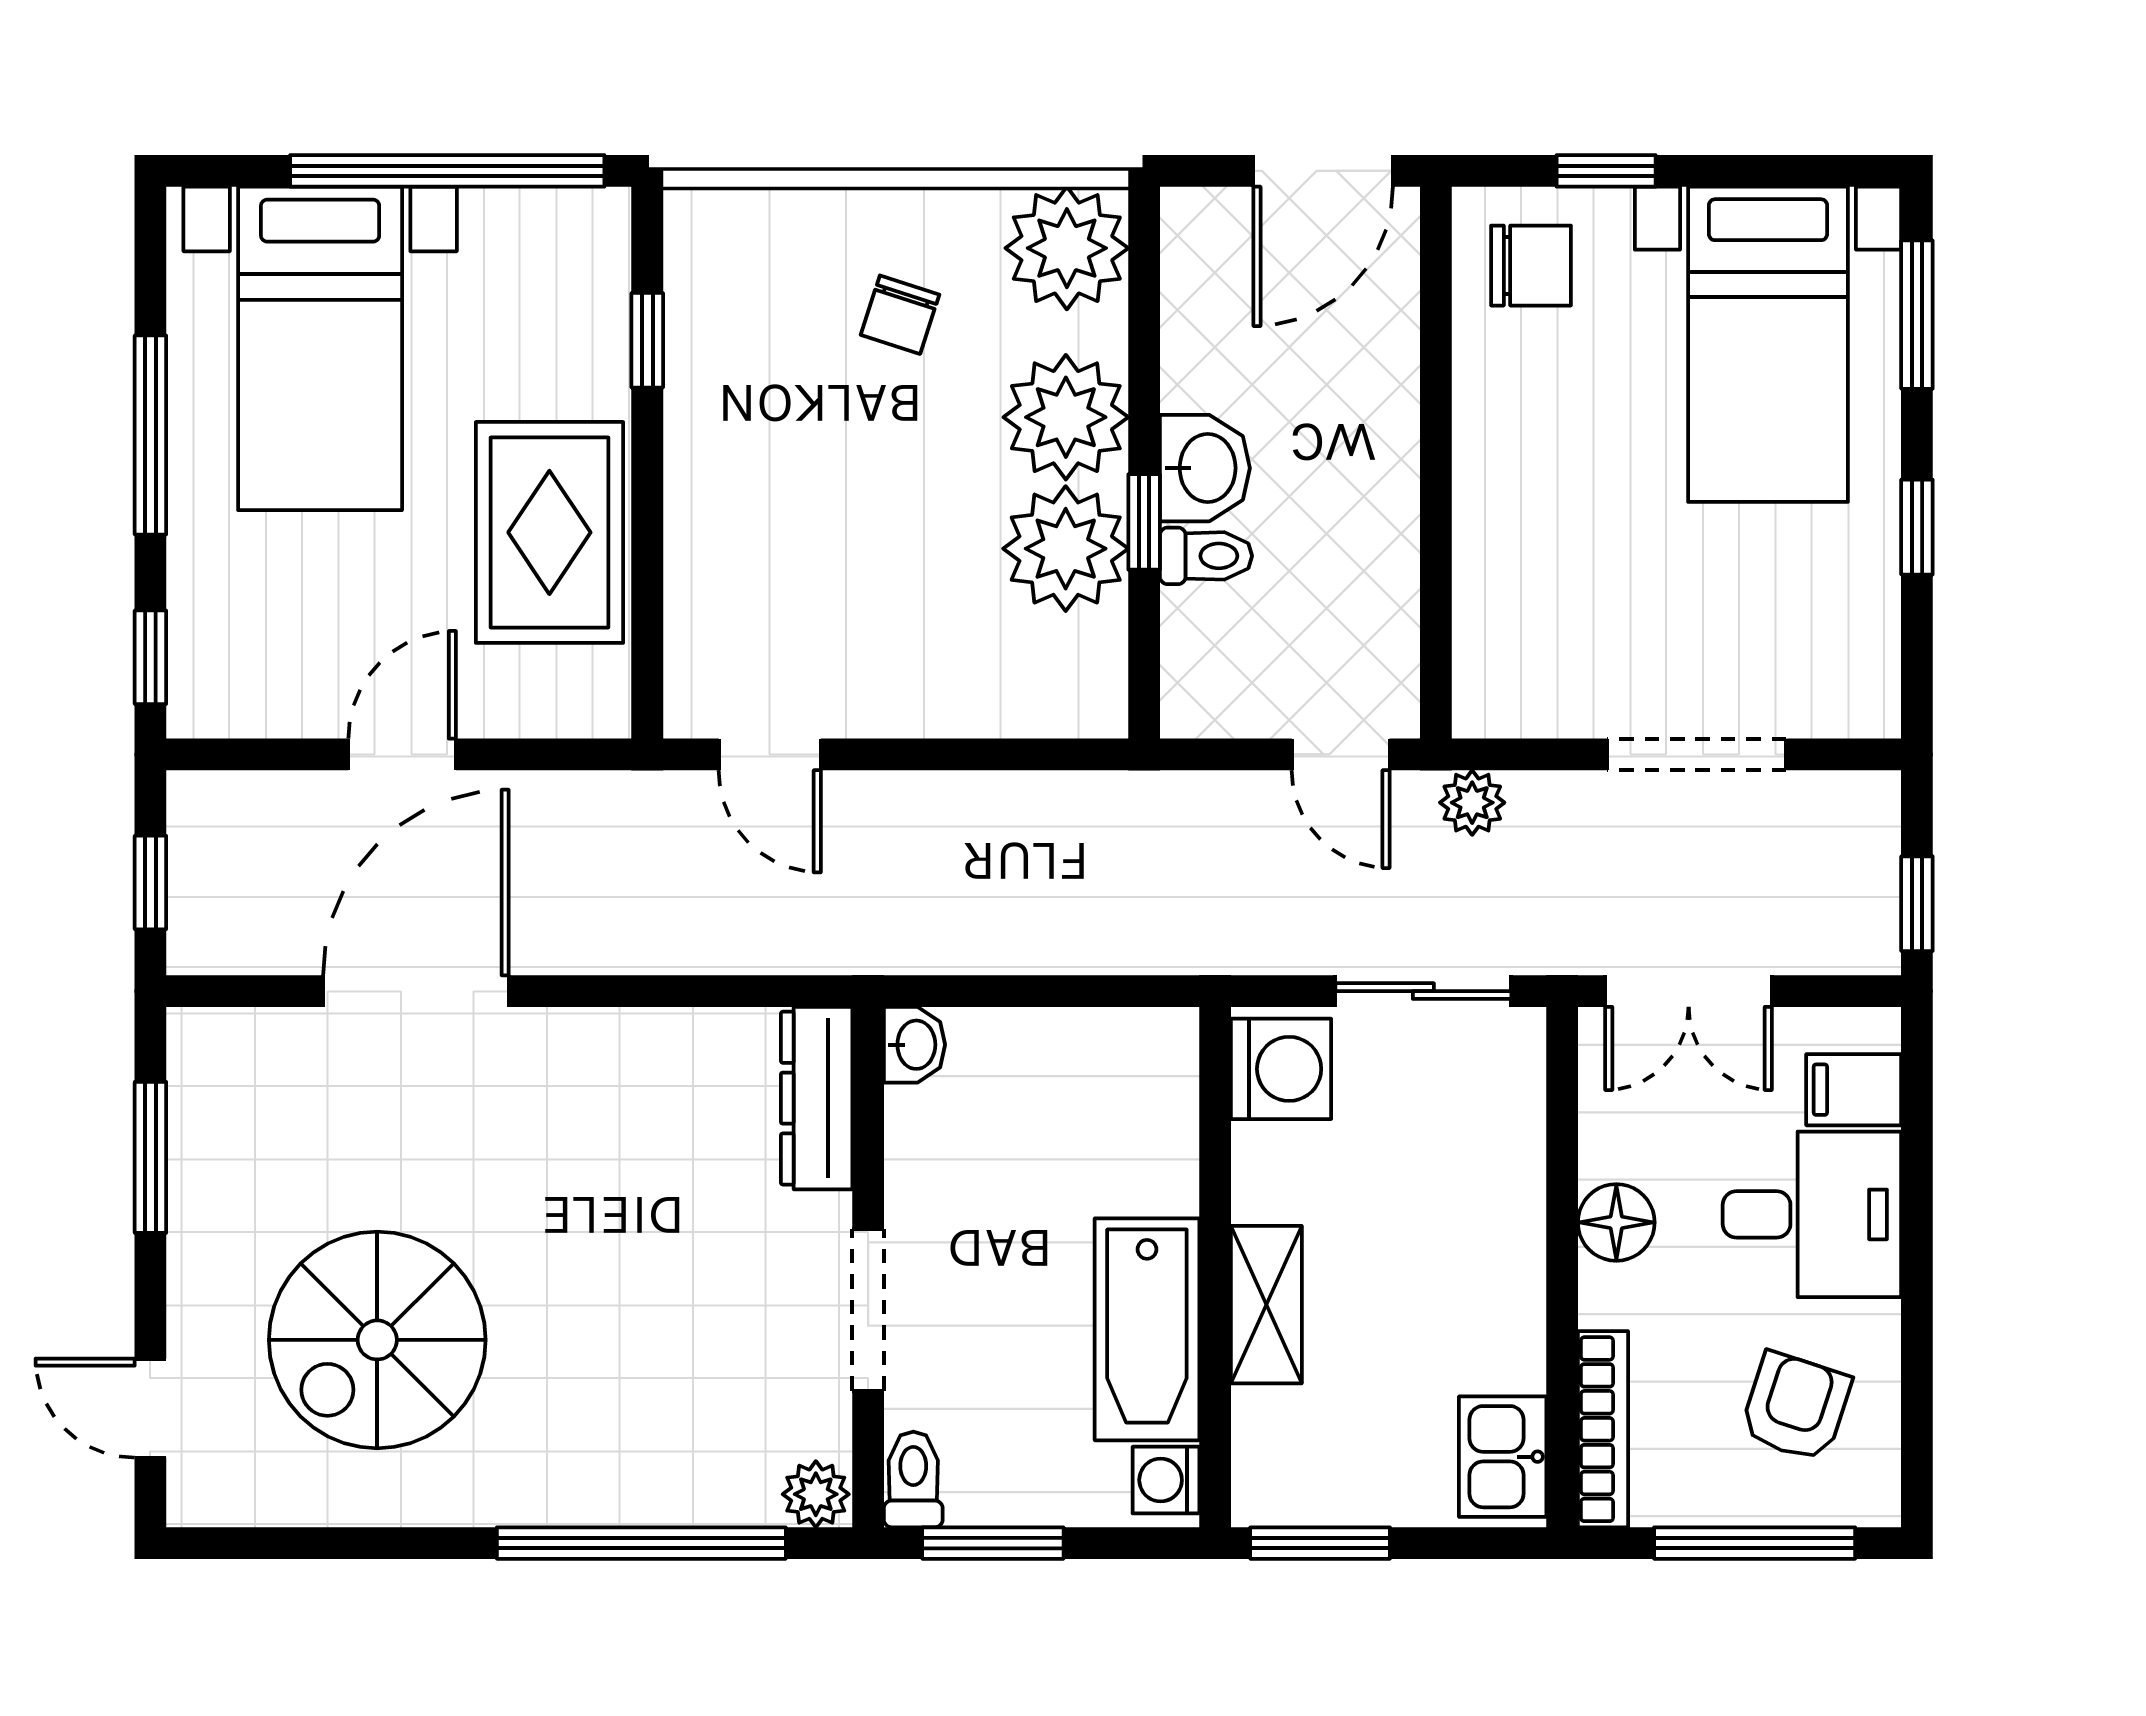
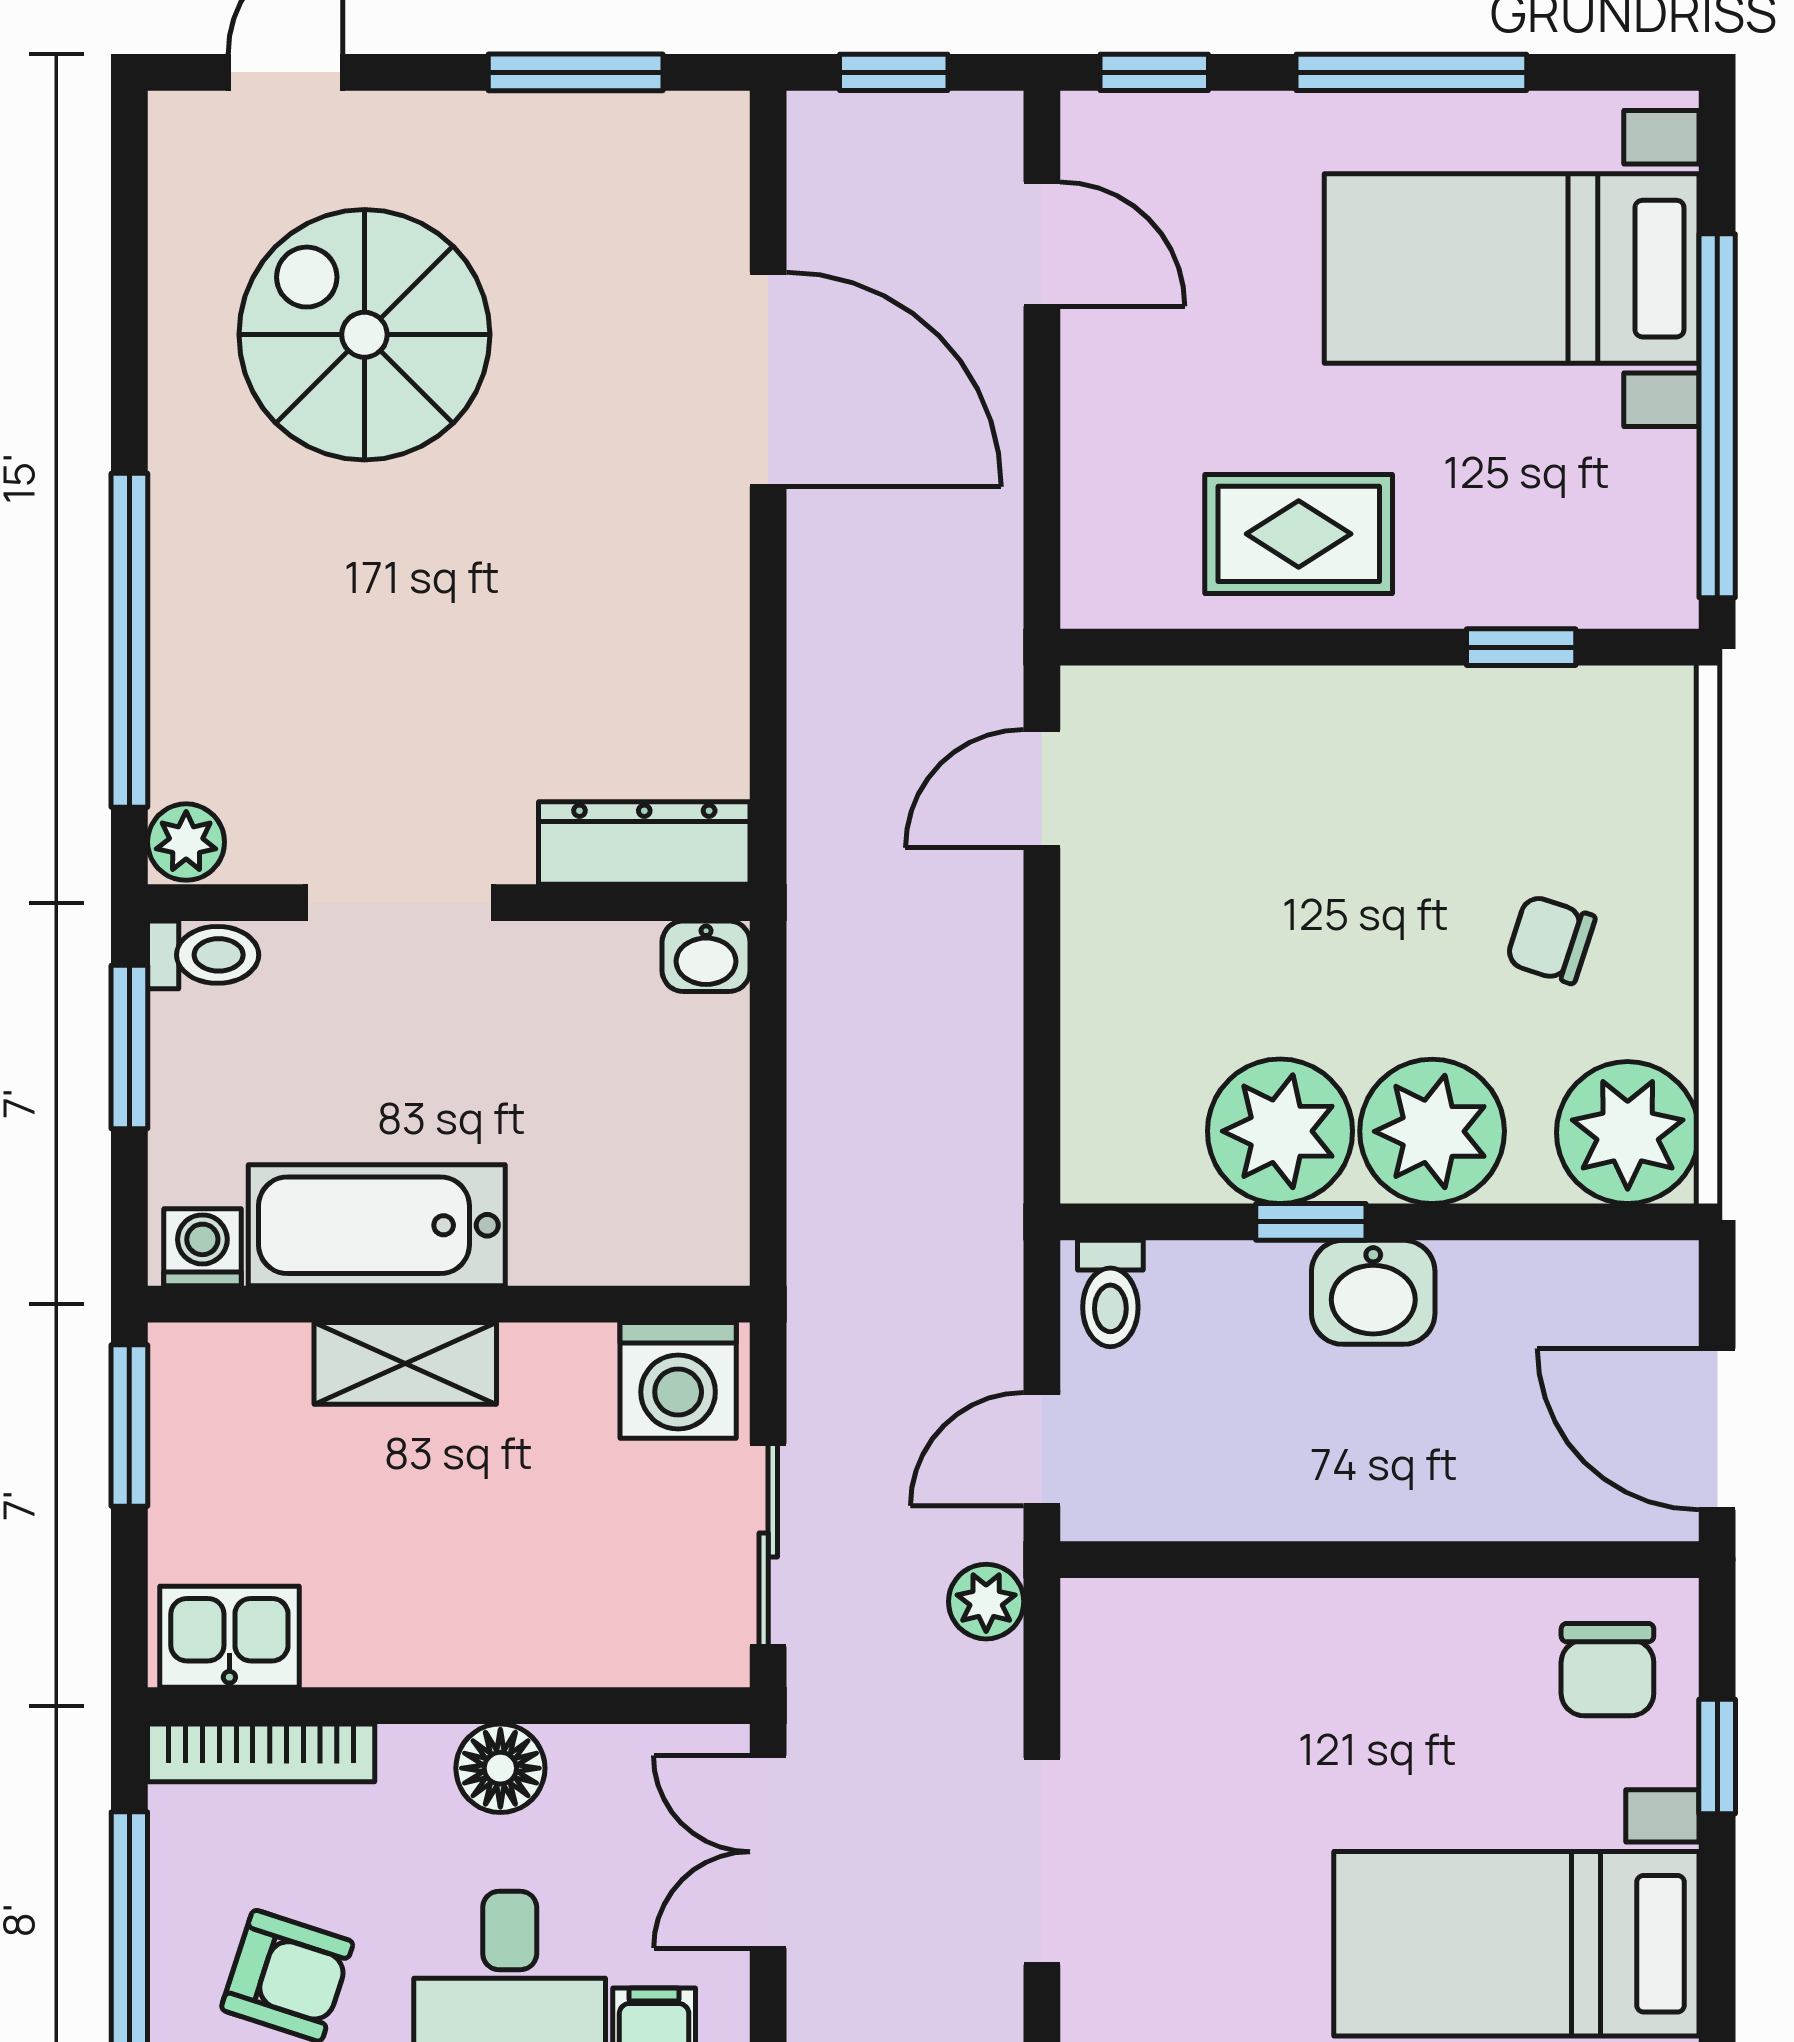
rug: (549, 532) -> (1299, 534), width x0.73, depth x0.70
toilet: (1206, 556) -> (1110, 1293), moved
door: (402, 754) -> (1042, 244), moved

